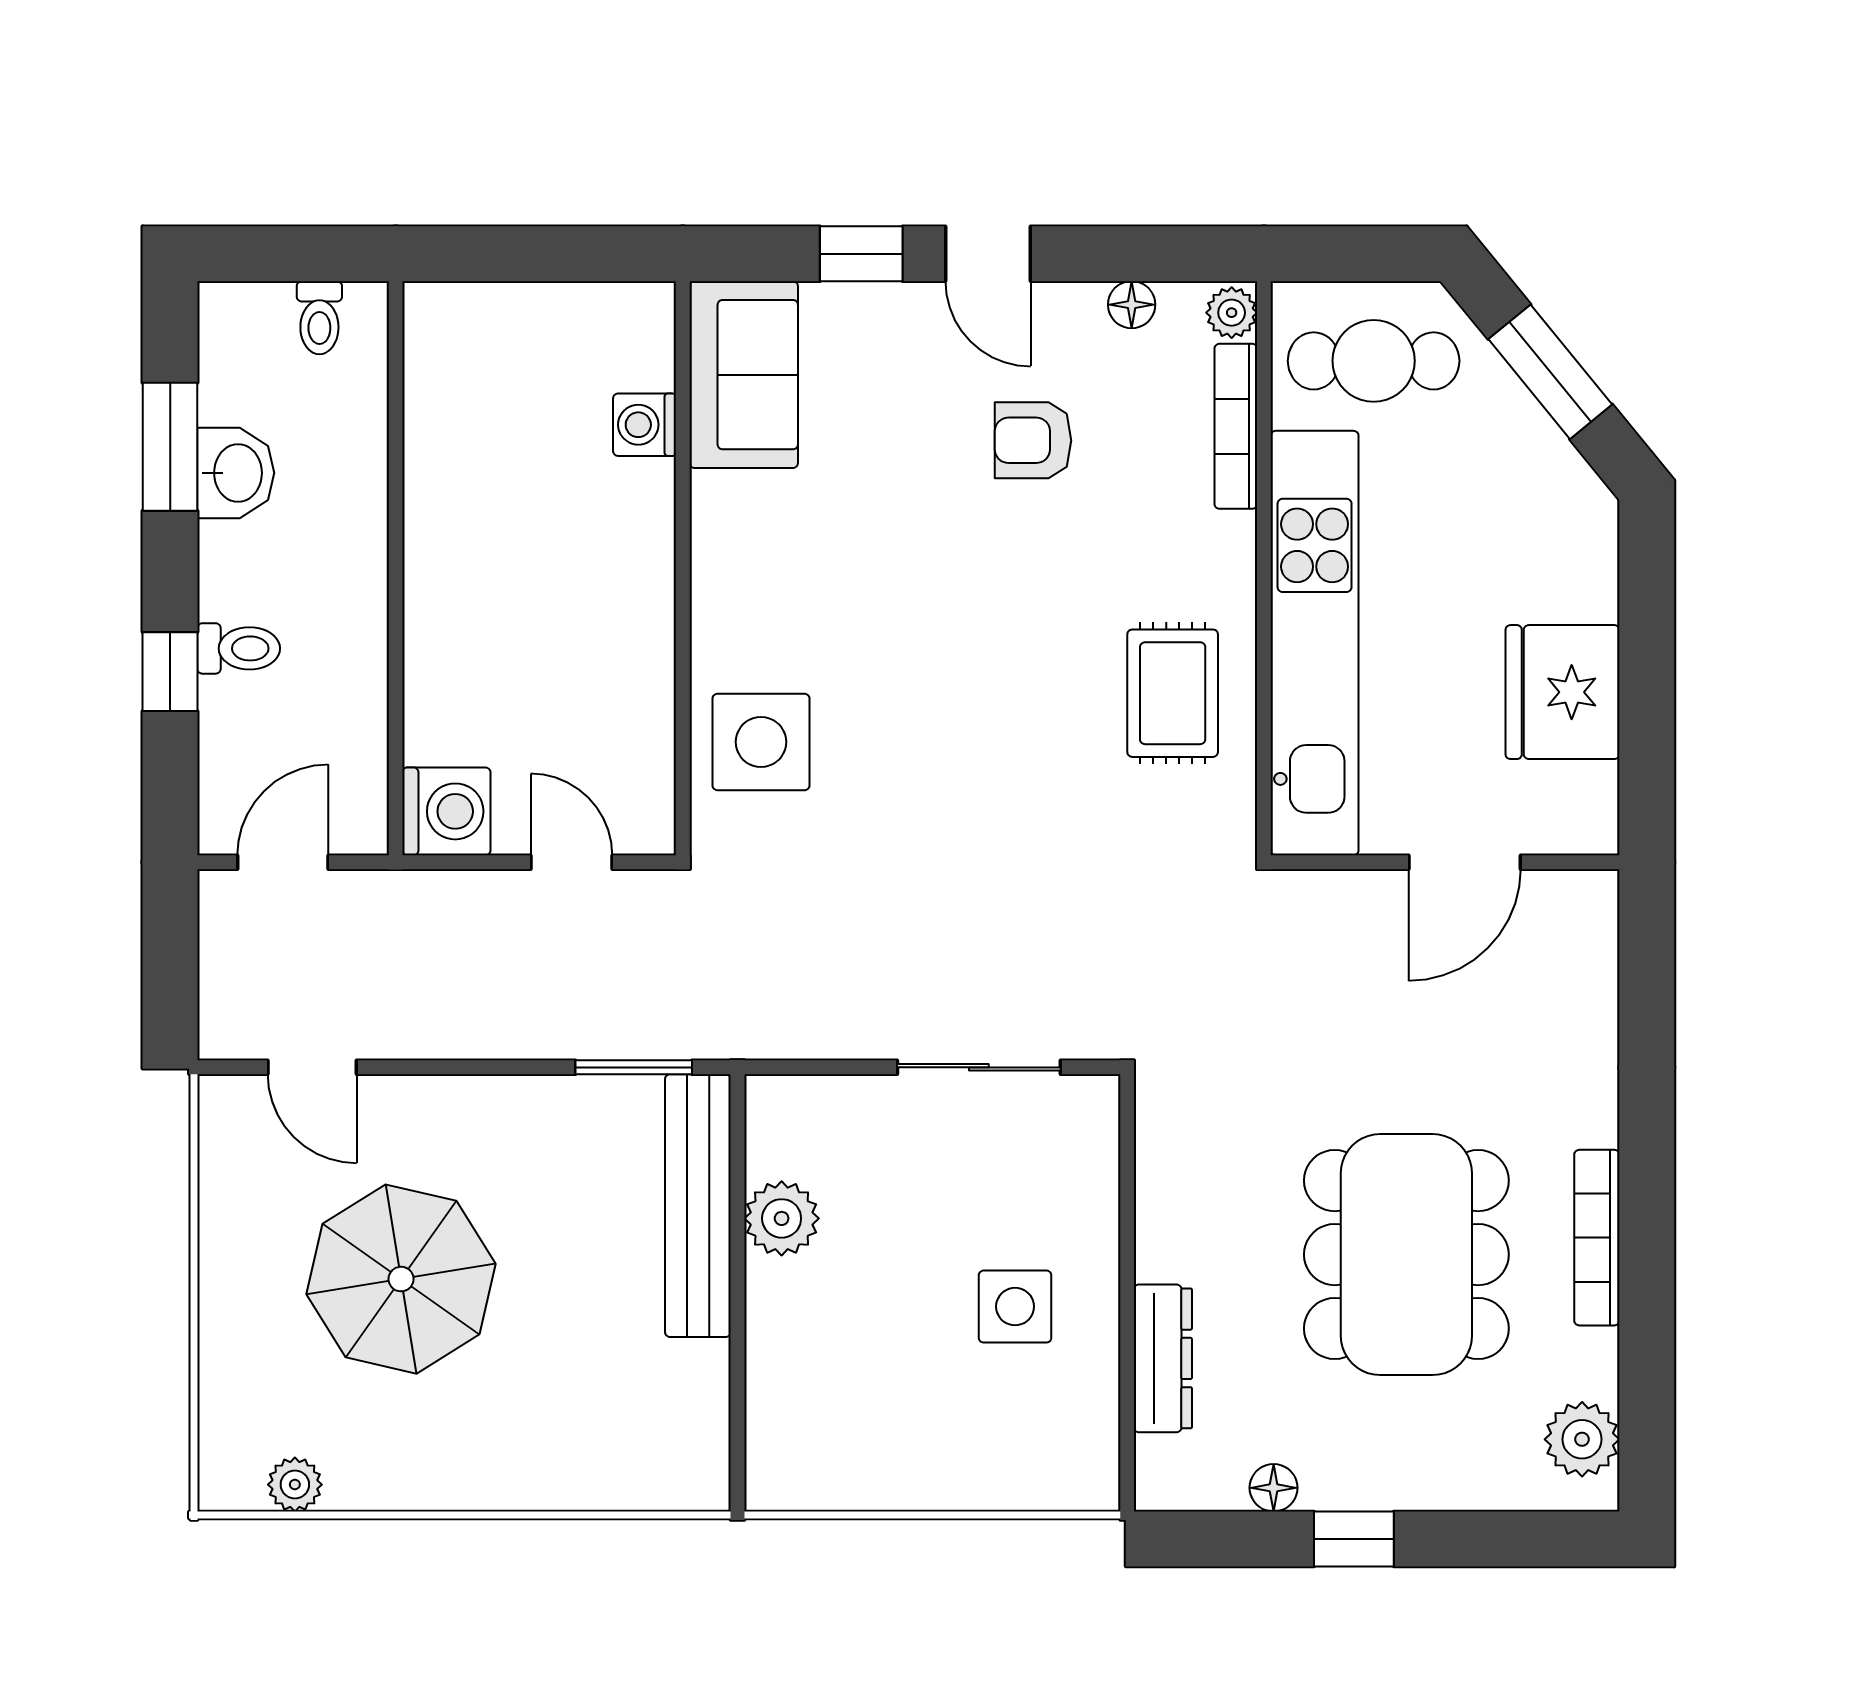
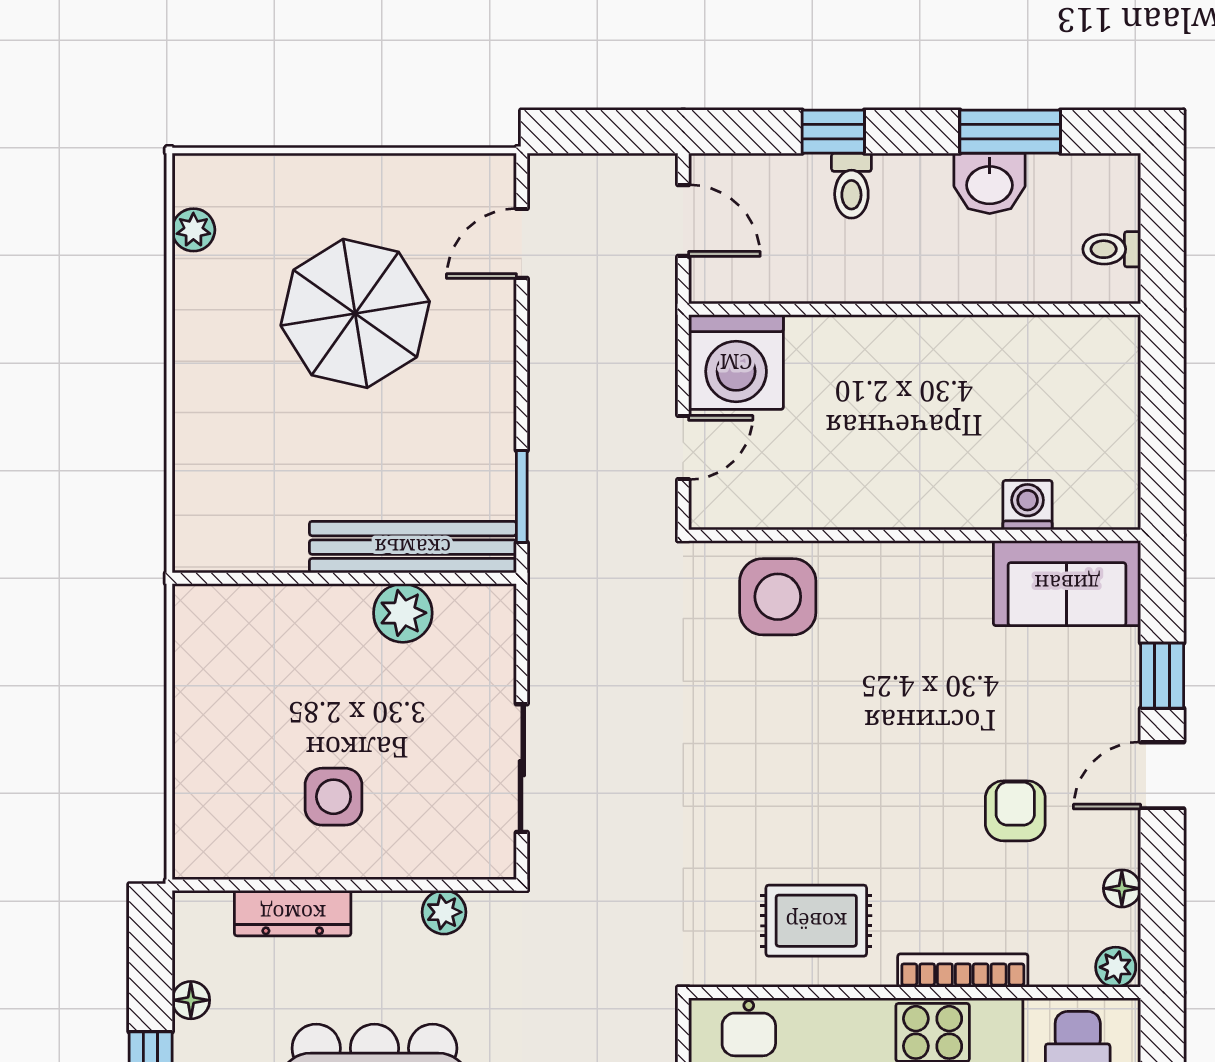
bookcase: (1236, 426) -> (963, 970), moved
washing machine: (446, 811) -> (736, 362), width x1.37, depth x1.37
plant: (1162, 1166) -> (444, 912), added

